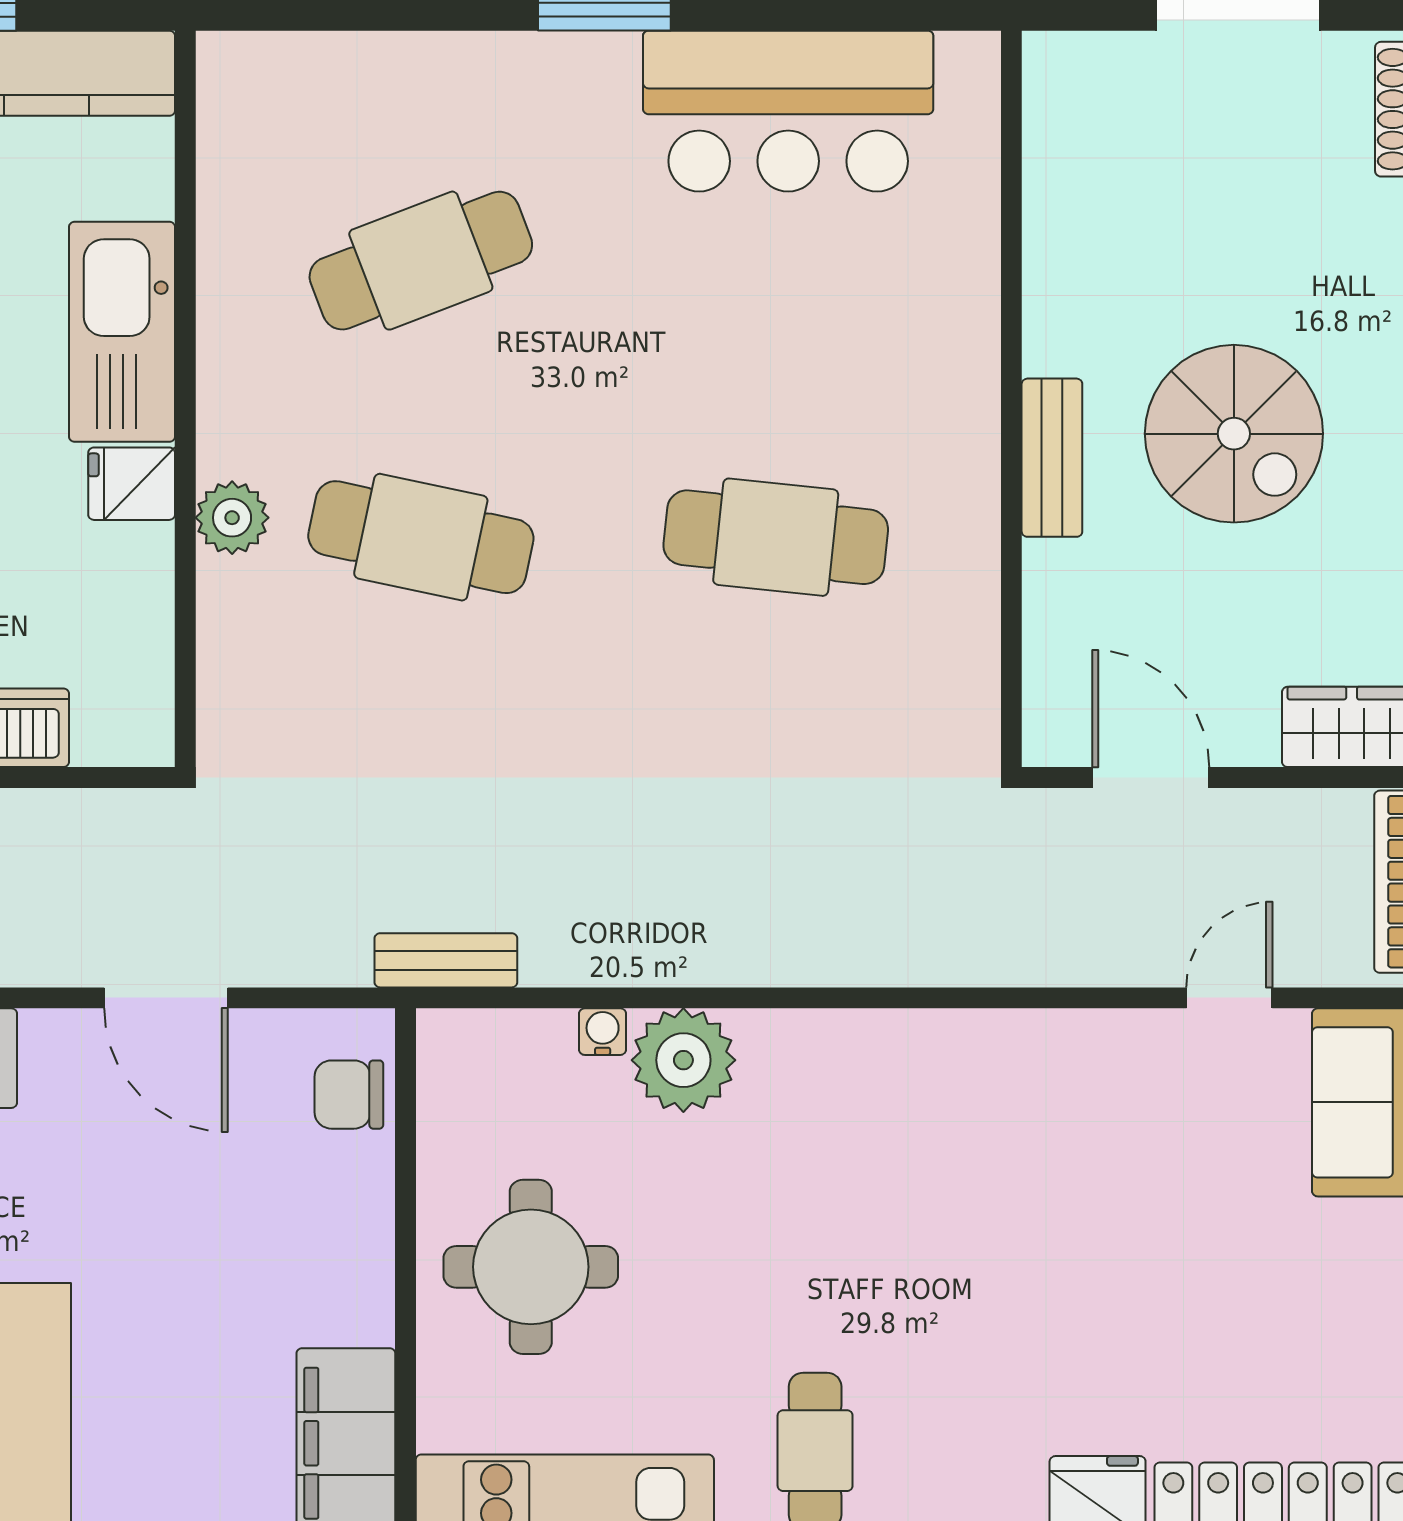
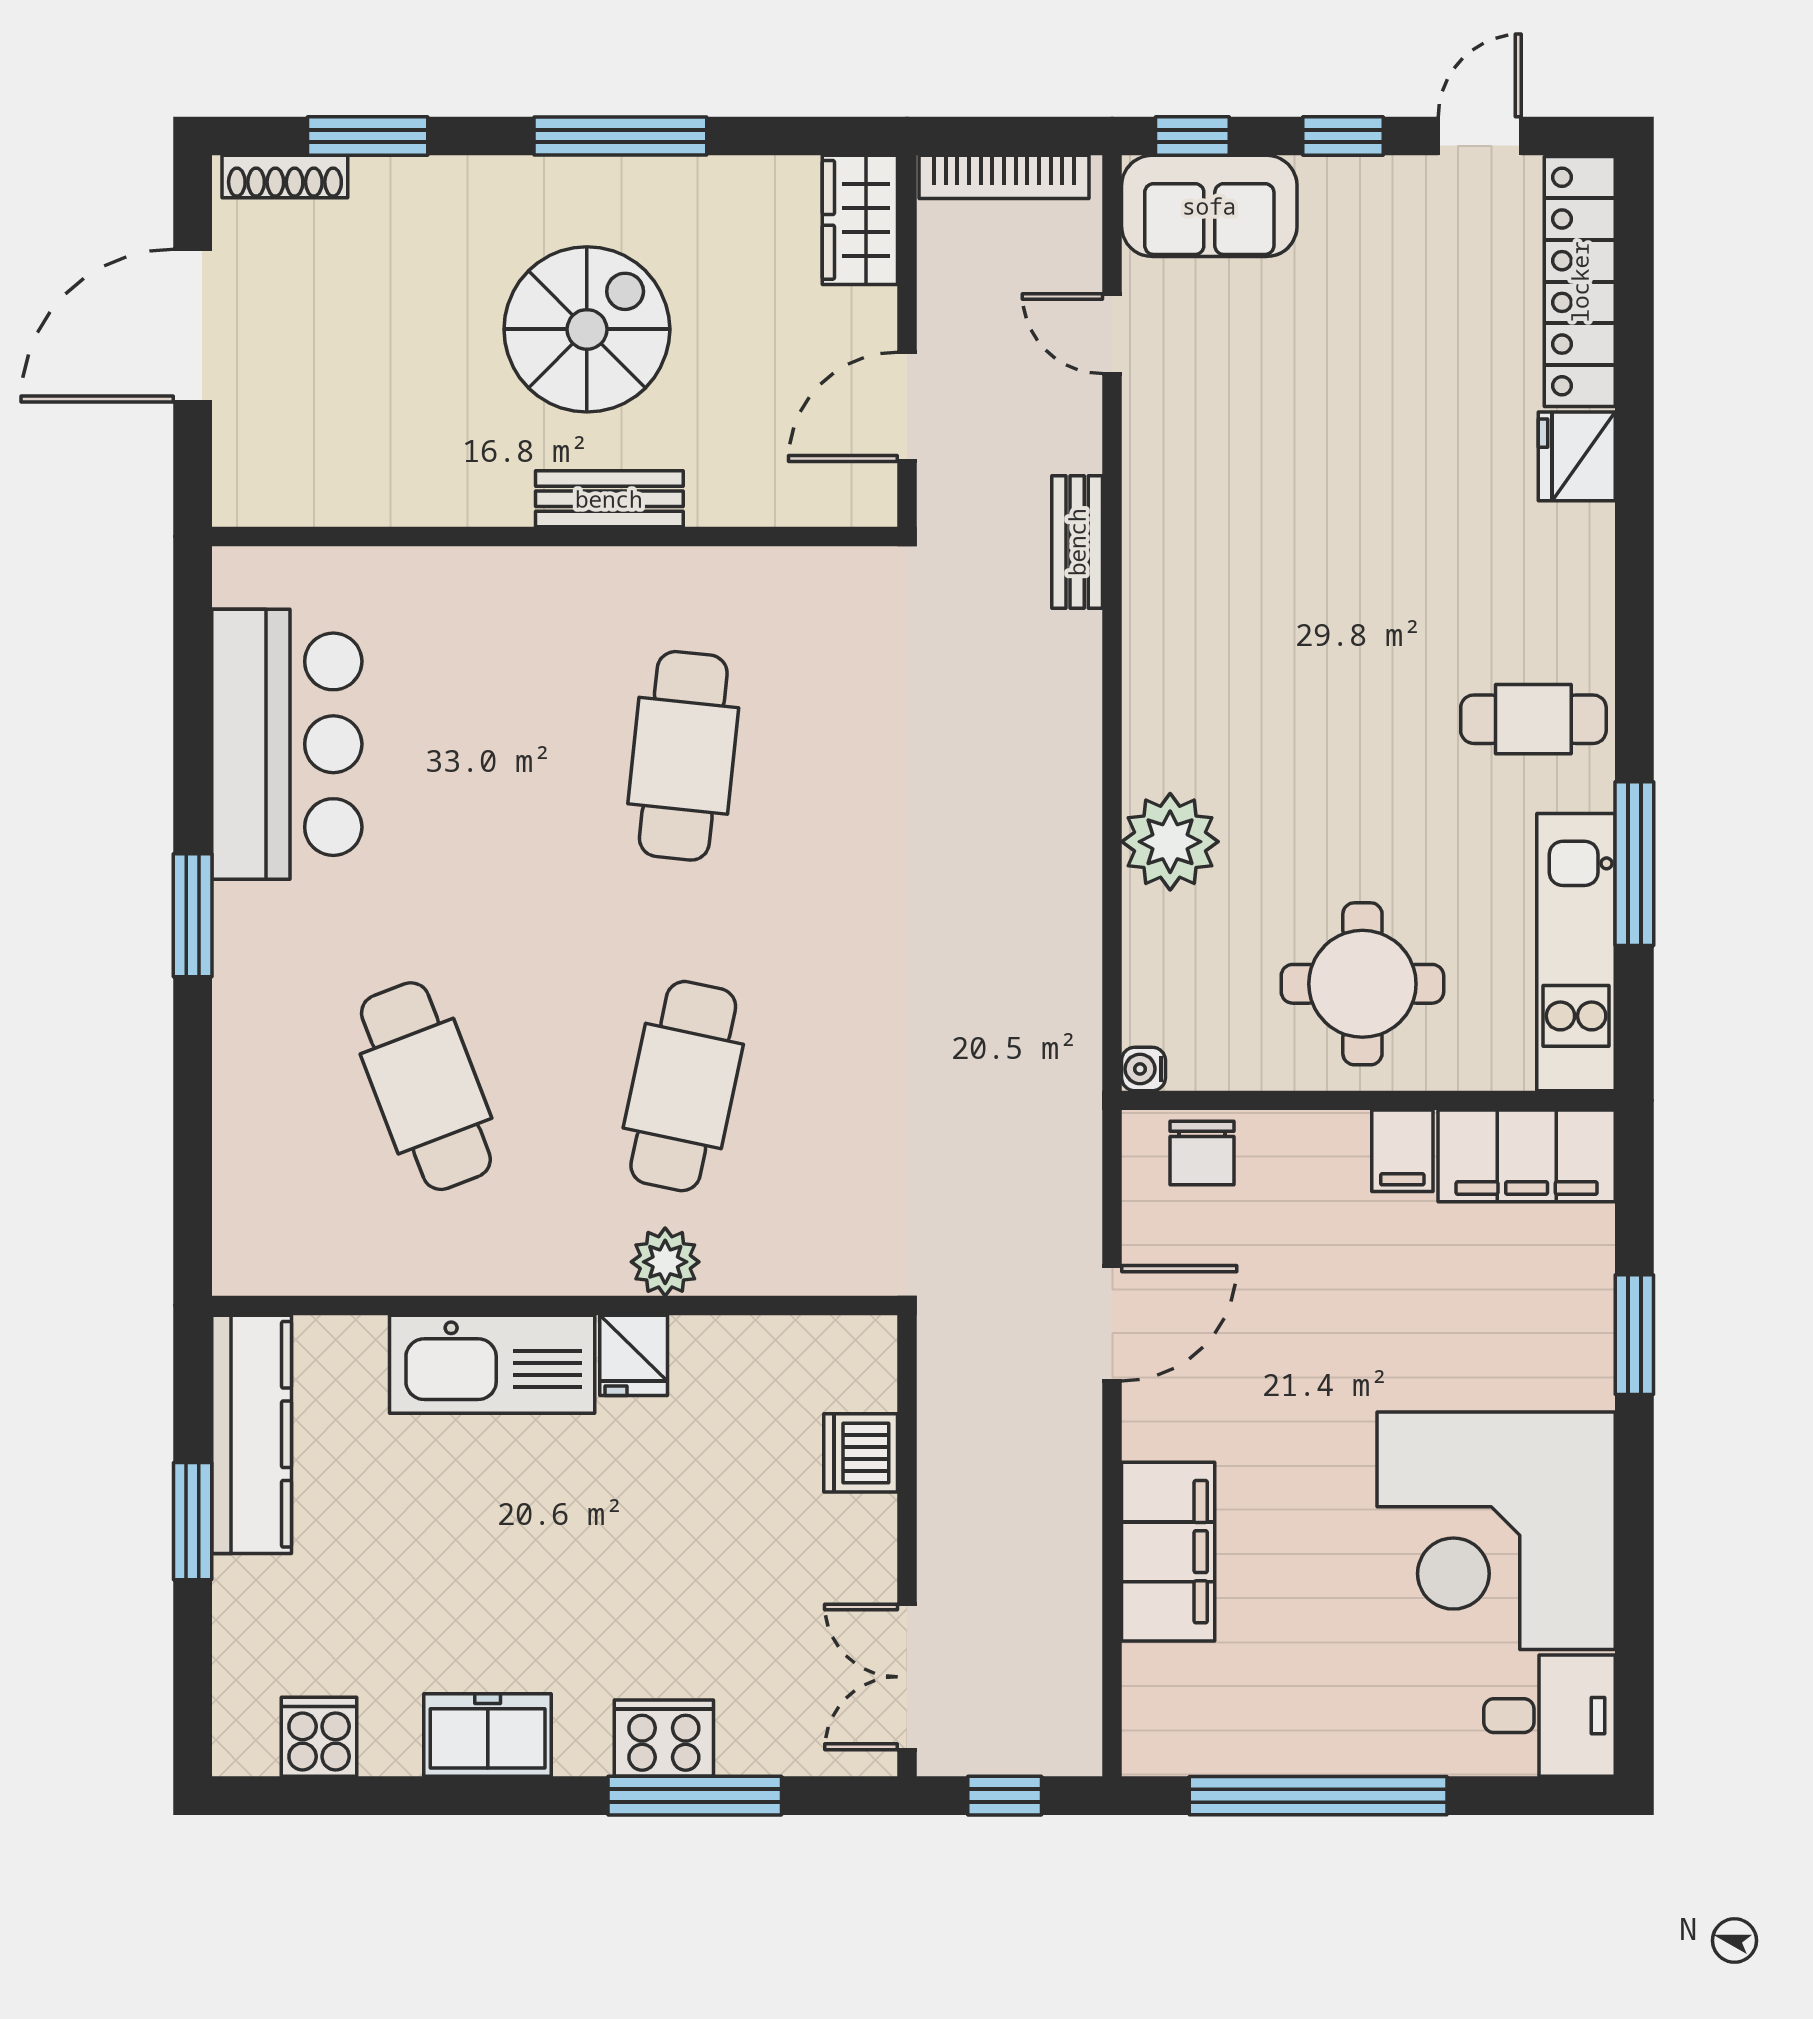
bench: (446, 960) -> (1077, 542), moved
water cooler: (603, 1032) -> (1143, 1069), moved
filing cabinet: (351, 1310) -> (1402, 1151), added

